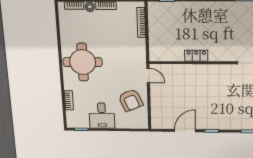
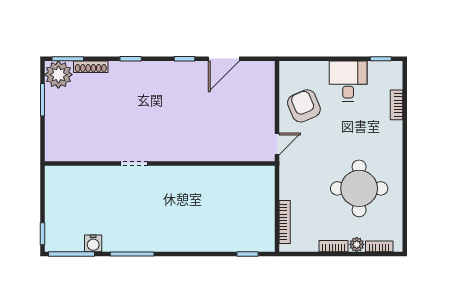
locker: (196, 56) -> (207, 174), removed
round table: (83, 62) -> (359, 188), moved
door: (148, 75) -> (277, 144), swing flipped

